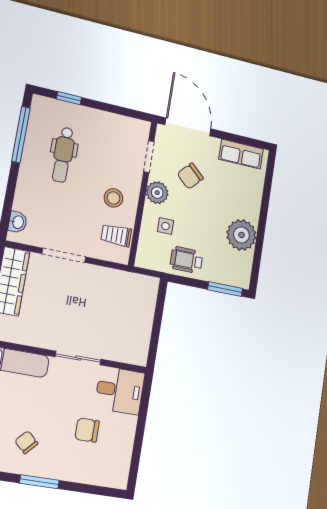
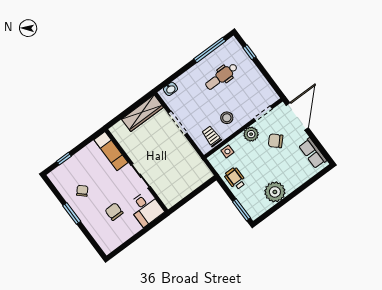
side table: (166, 226) -> (227, 151), moved

